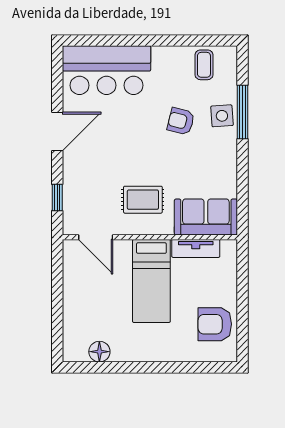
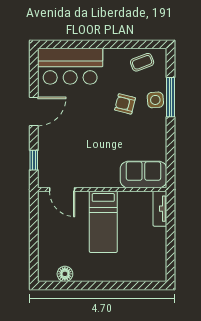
coffee table: (204, 65) -> (142, 62), turned 69
rug: (143, 200) -> (97, 162), removed
tv unit: (196, 248) -> (160, 209), moved, turned 90
armchair: (215, 324) -> (150, 254), removed

